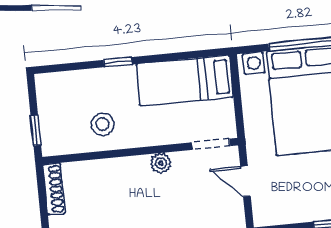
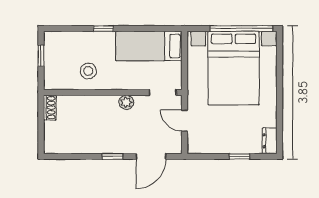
window: (36, 130) -> (41, 56), moved
shoe rack: (54, 189) -> (50, 108), width x0.70

